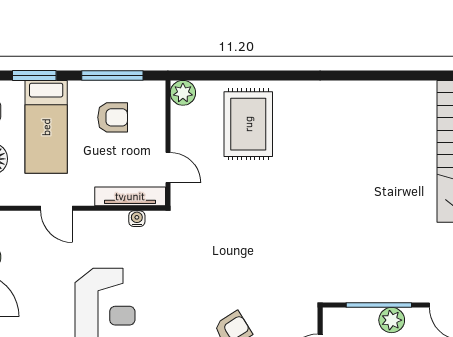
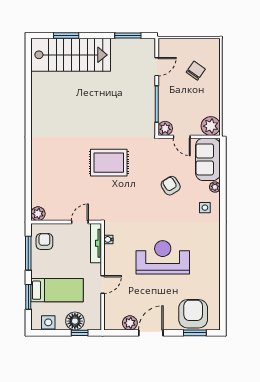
armchair: (113, 117) -> (44, 241), moved
rug: (248, 124) -> (109, 163), moved
plant: (392, 320) -> (165, 128), moved

